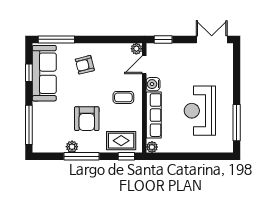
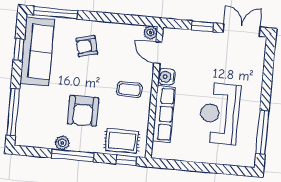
window: (163, 39) -> (203, 26), moved
door: (144, 65) -> (158, 53), hinge flipped
plant: (152, 147) -> (158, 152), removed

